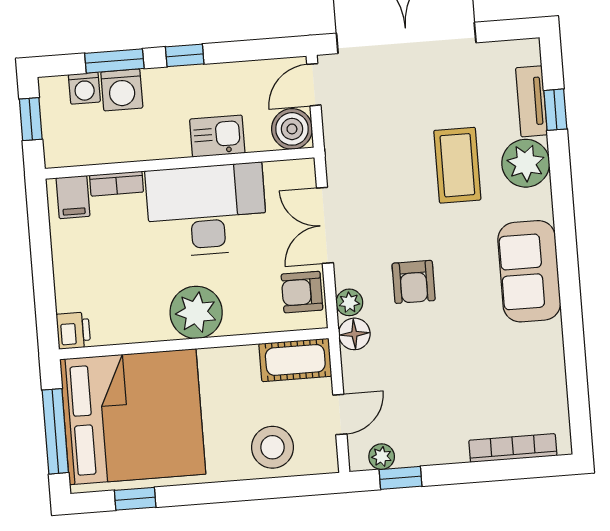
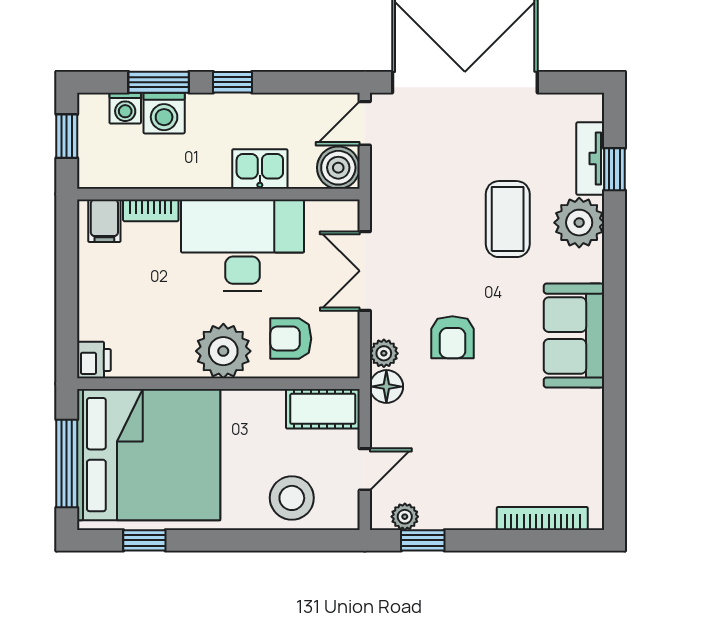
armchair: (302, 292) -> (291, 339), moved

